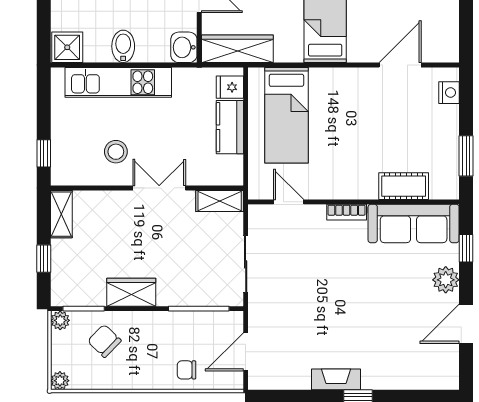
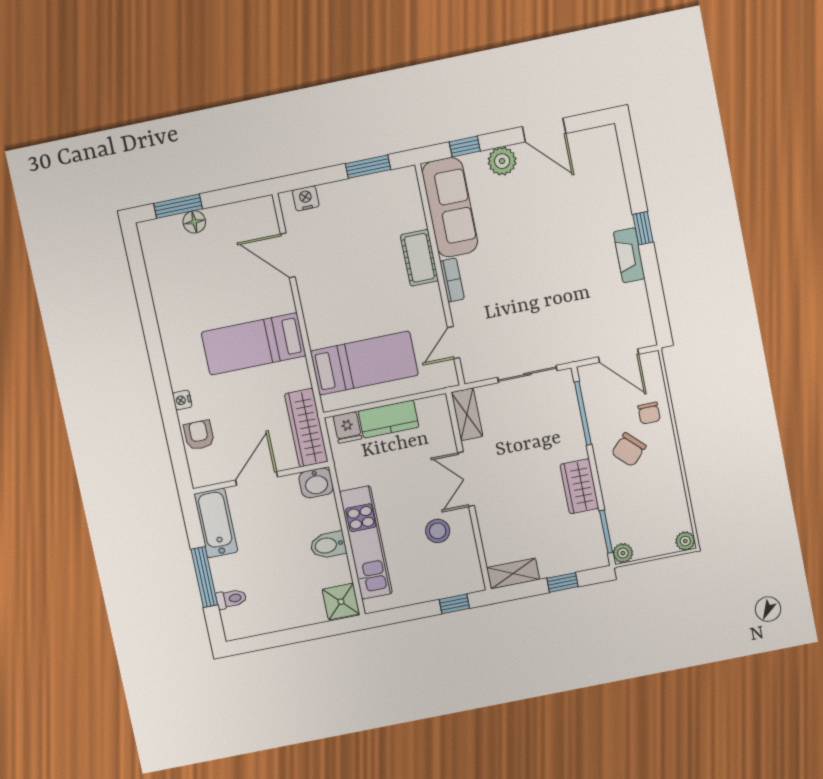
cot: (404, 186) -> (419, 258), moved
chair: (104, 341) -> (629, 450), moved

